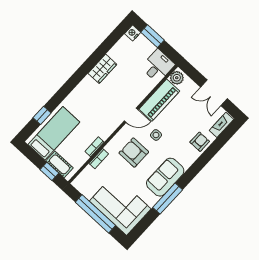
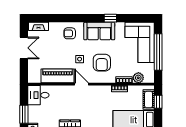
plant: (177, 78) -> (138, 78), moved
armchair: (200, 142) -> (70, 33), moved
window: (168, 199) -> (110, 18), width x0.46

